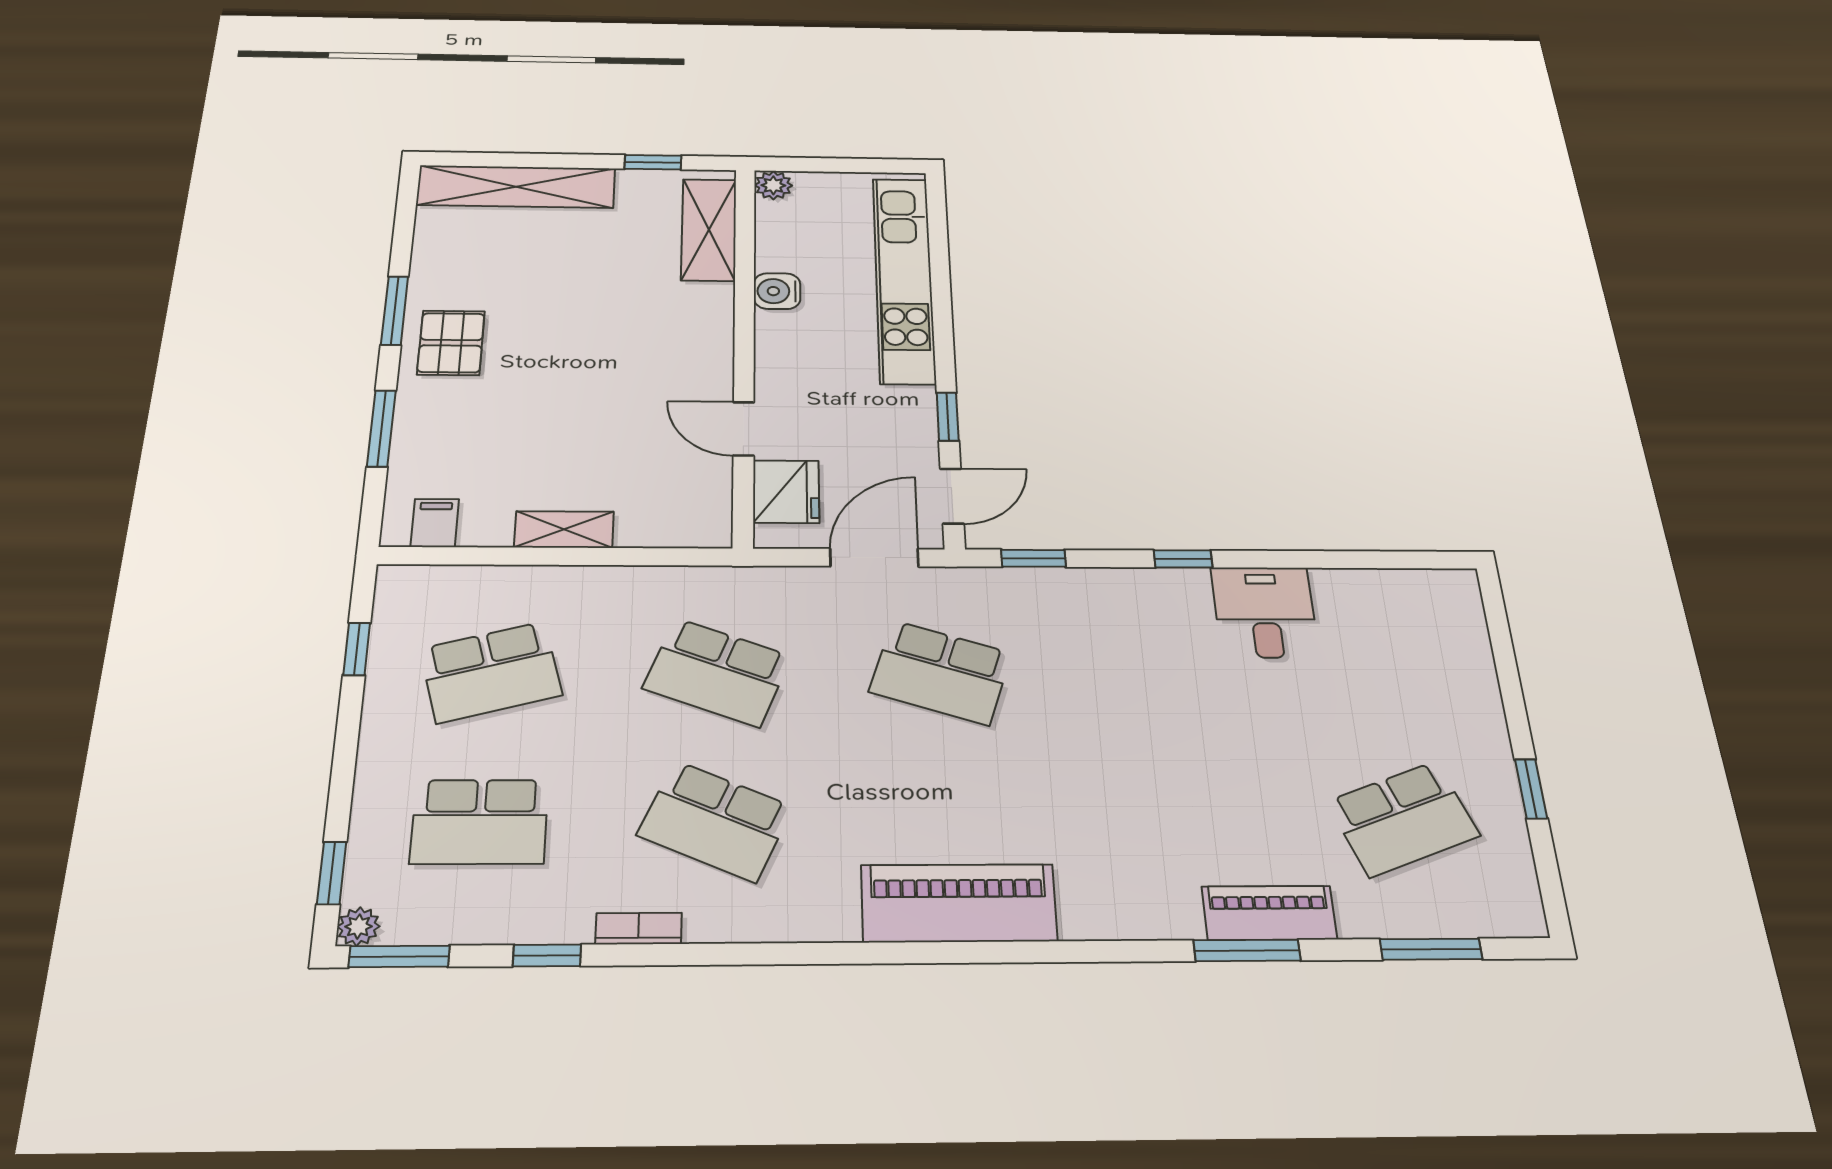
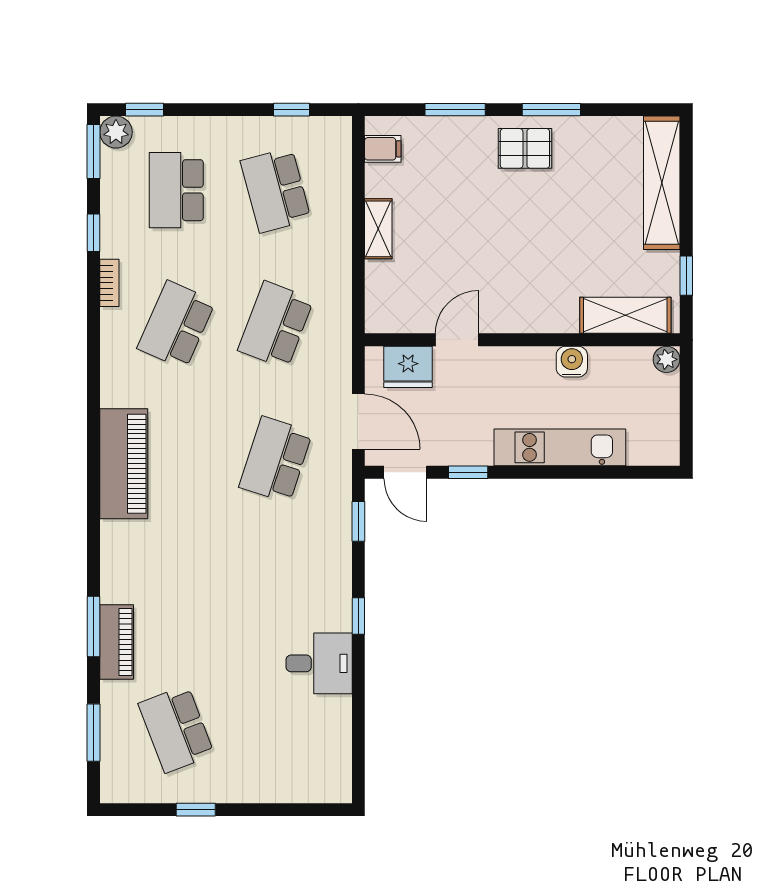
kitchen unit: (904, 279) -> (560, 447), width x0.73
plant: (358, 927) -> (116, 132), width x1.38, depth x1.38

